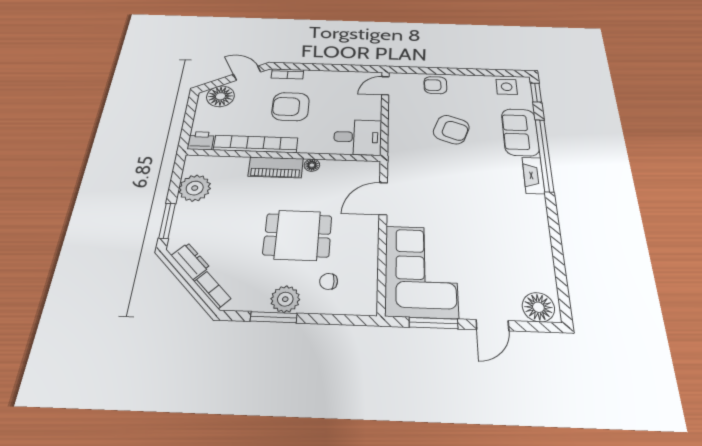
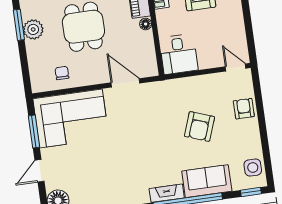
chair: (329, 281) -> (62, 73), moved
door: (492, 325) -> (39, 171), hinge flipped

